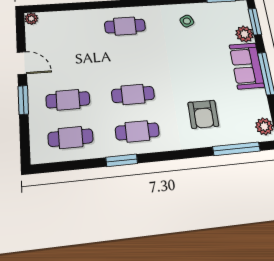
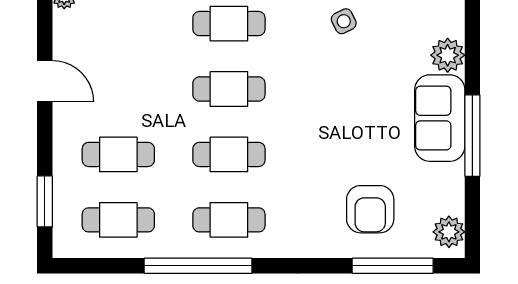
window: (255, 22) -> (472, 31), removed
cafe table: (129, 59) -> (229, 89), added
window: (23, 100) -> (45, 201), moved
armchair: (203, 114) -> (370, 209), moved
window: (122, 160) -> (198, 266), width x2.11

